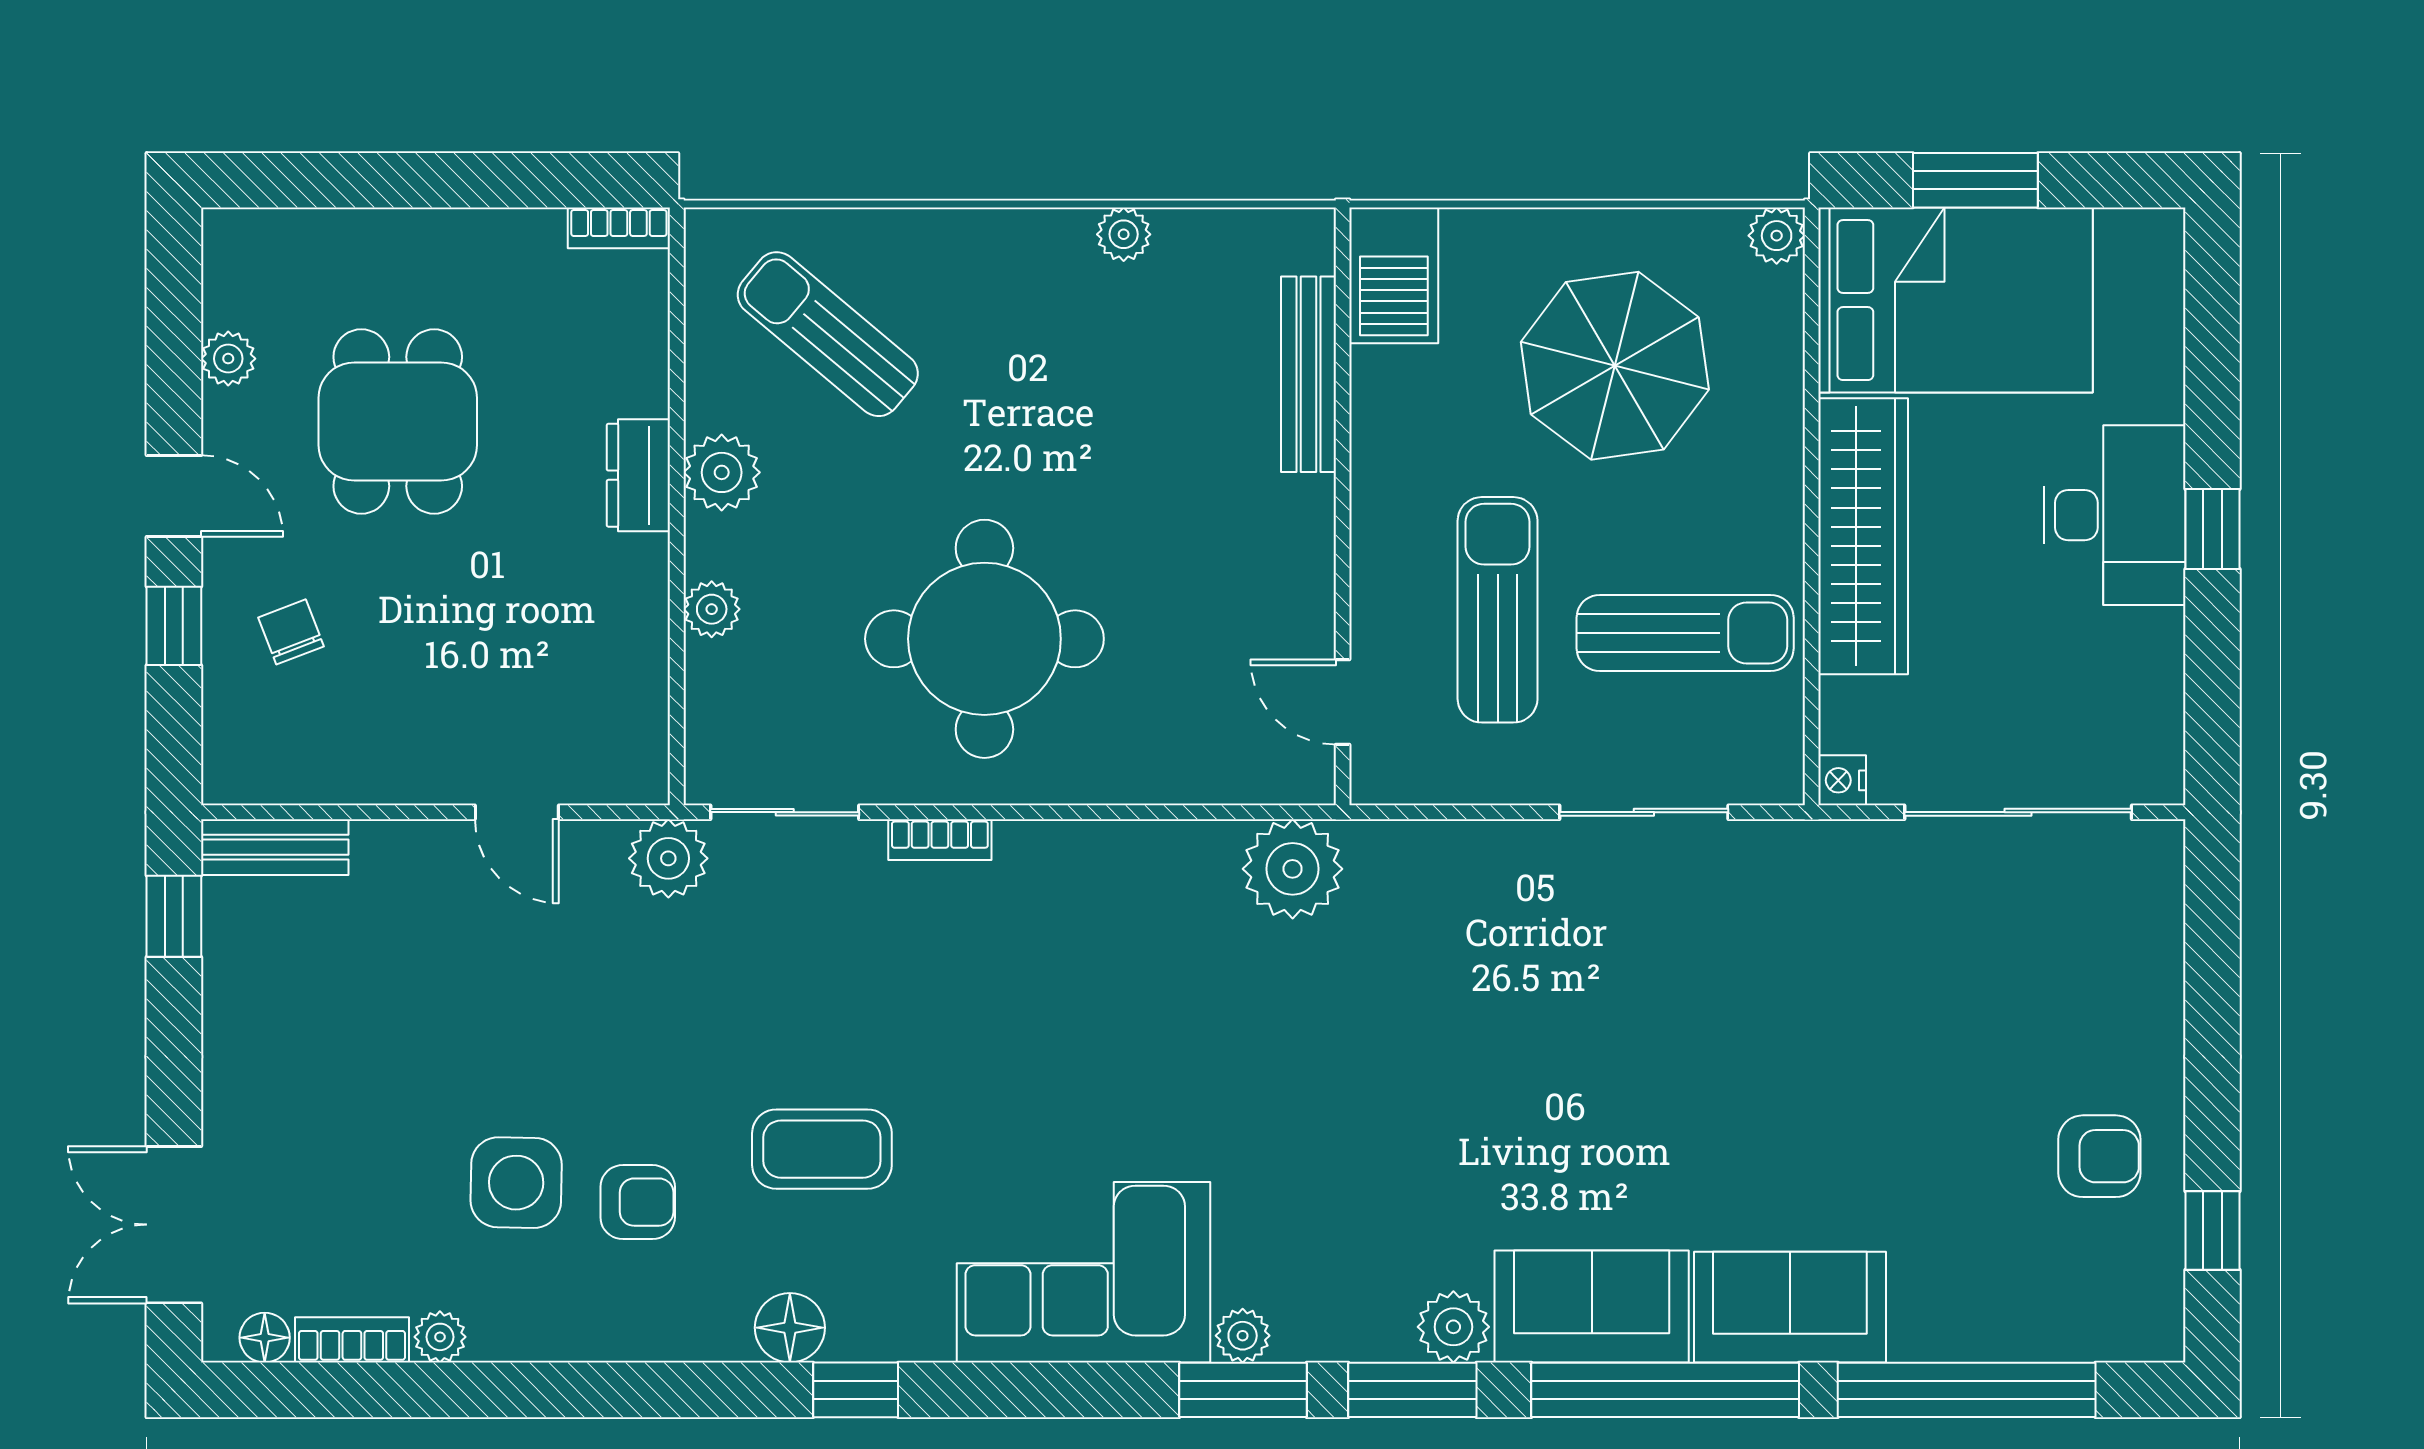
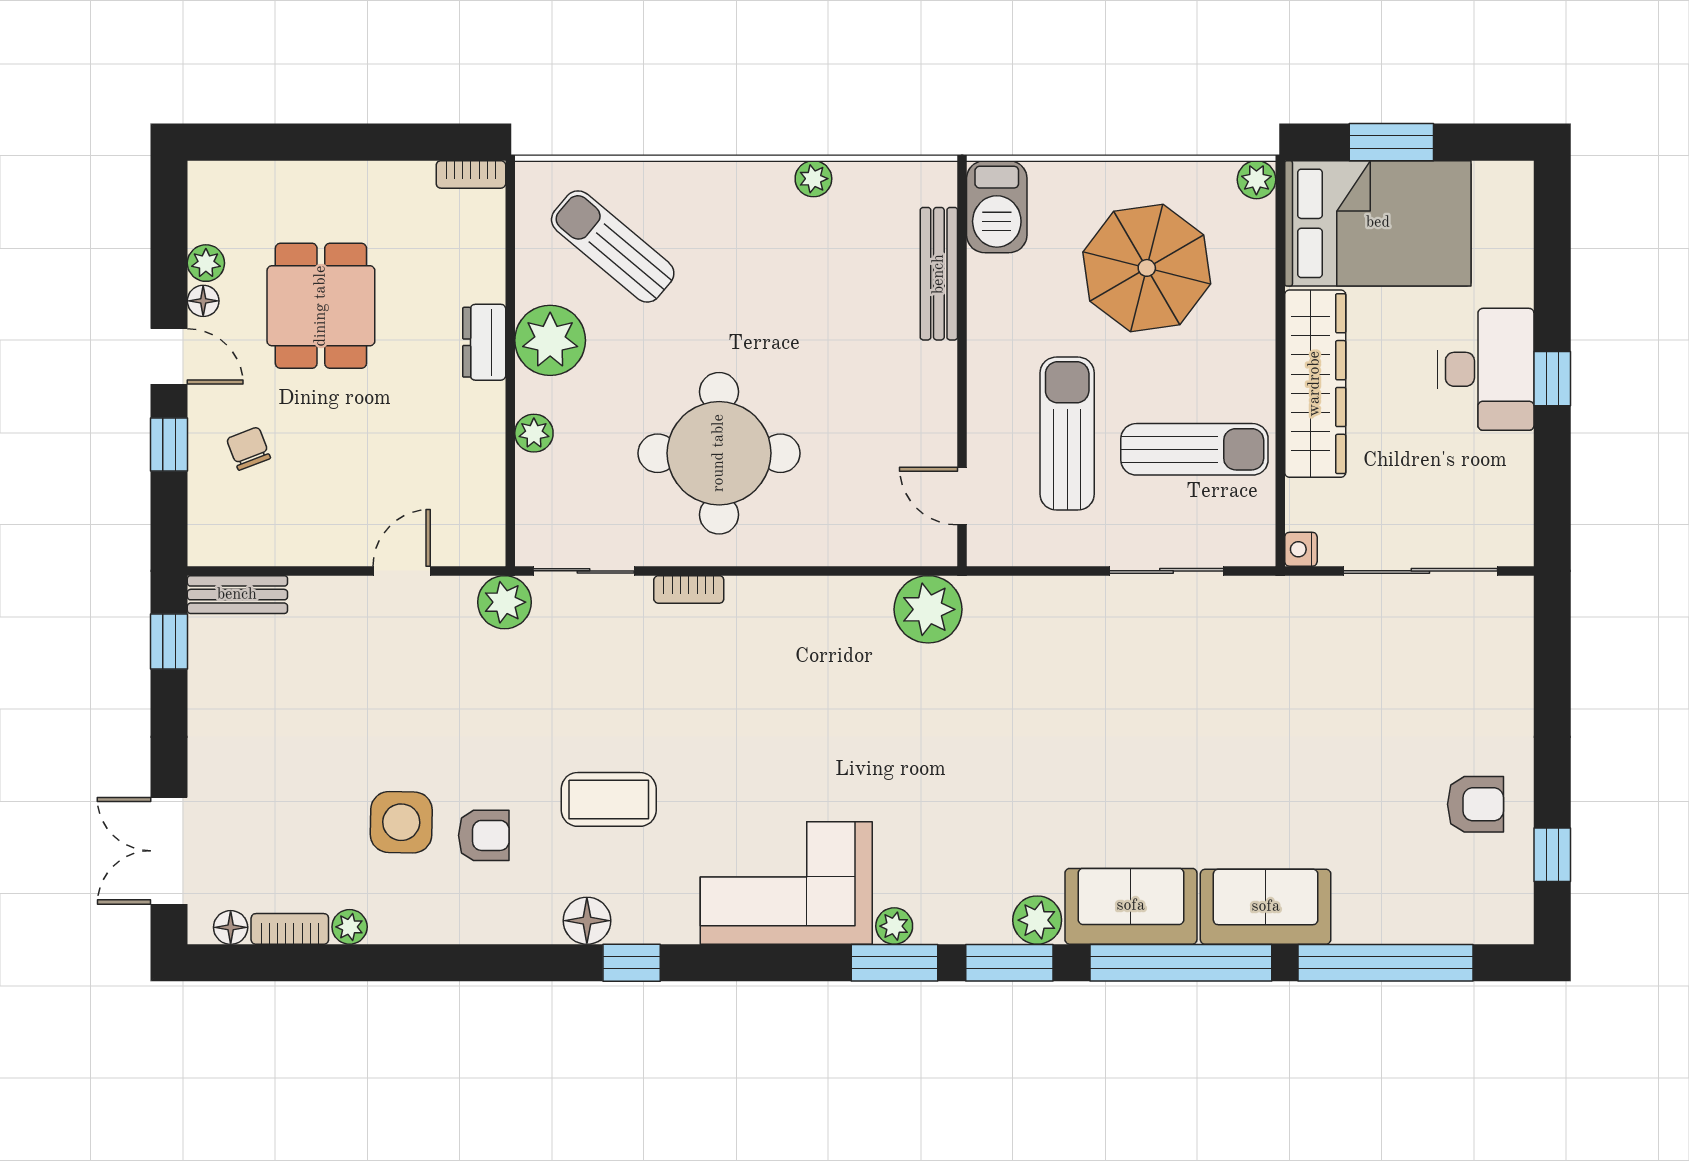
floor lamp: (224, 414) -> (203, 301), added
plant: (722, 472) -> (550, 340), width x1.36, depth x1.36
door: (517, 812) -> (402, 571), swing flipped

